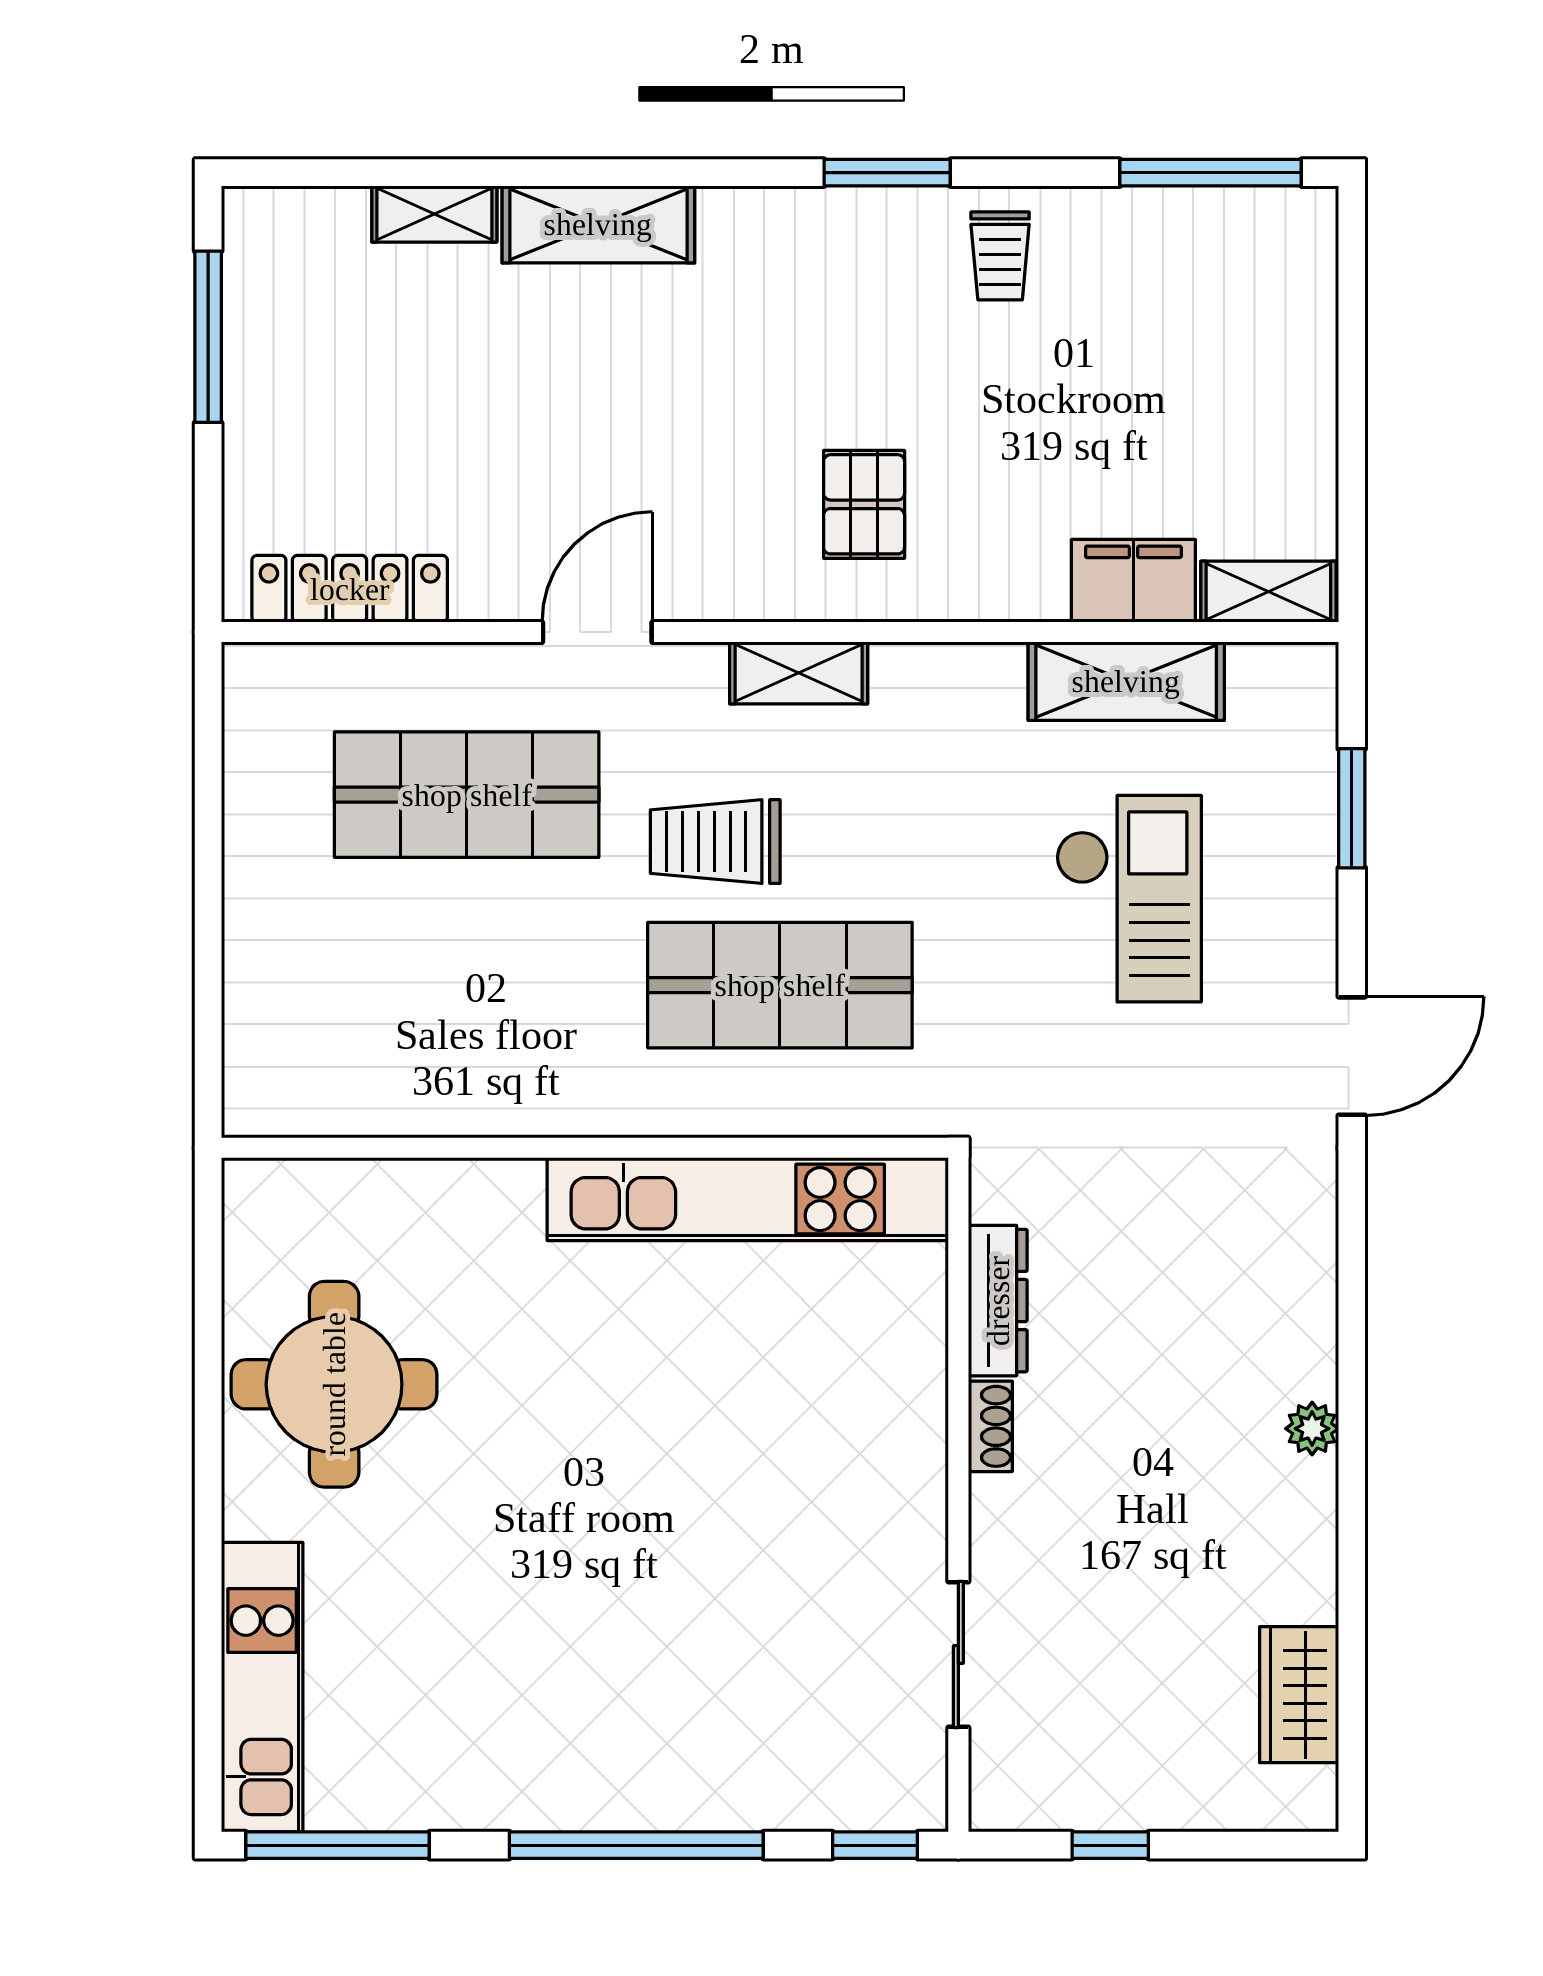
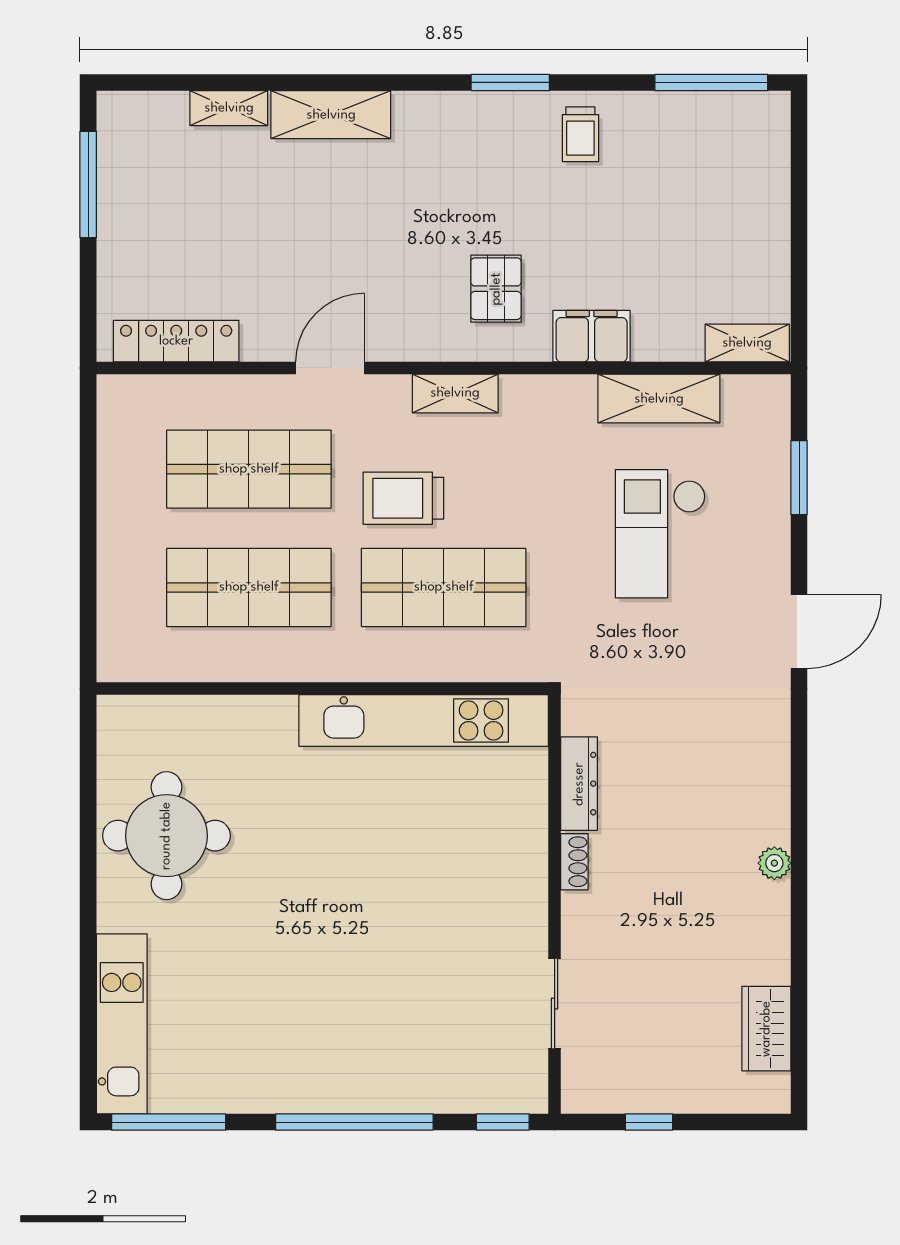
filing cabinet: (1133, 581) -> (592, 336), moved
checkout: (1129, 899) -> (660, 534), turned 180
shop shelf: (467, 985) -> (249, 587), added

